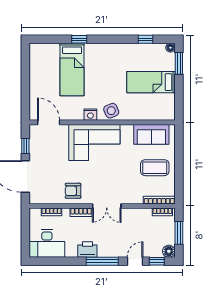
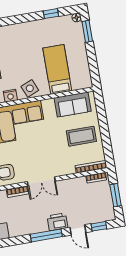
bed: (151, 82) -> (57, 69), moved, turned 90
printer: (87, 250) -> (57, 222), moved
floor lamp: (169, 251) -> (109, 215), removed
door: (135, 261) -> (78, 230), swing flipped

